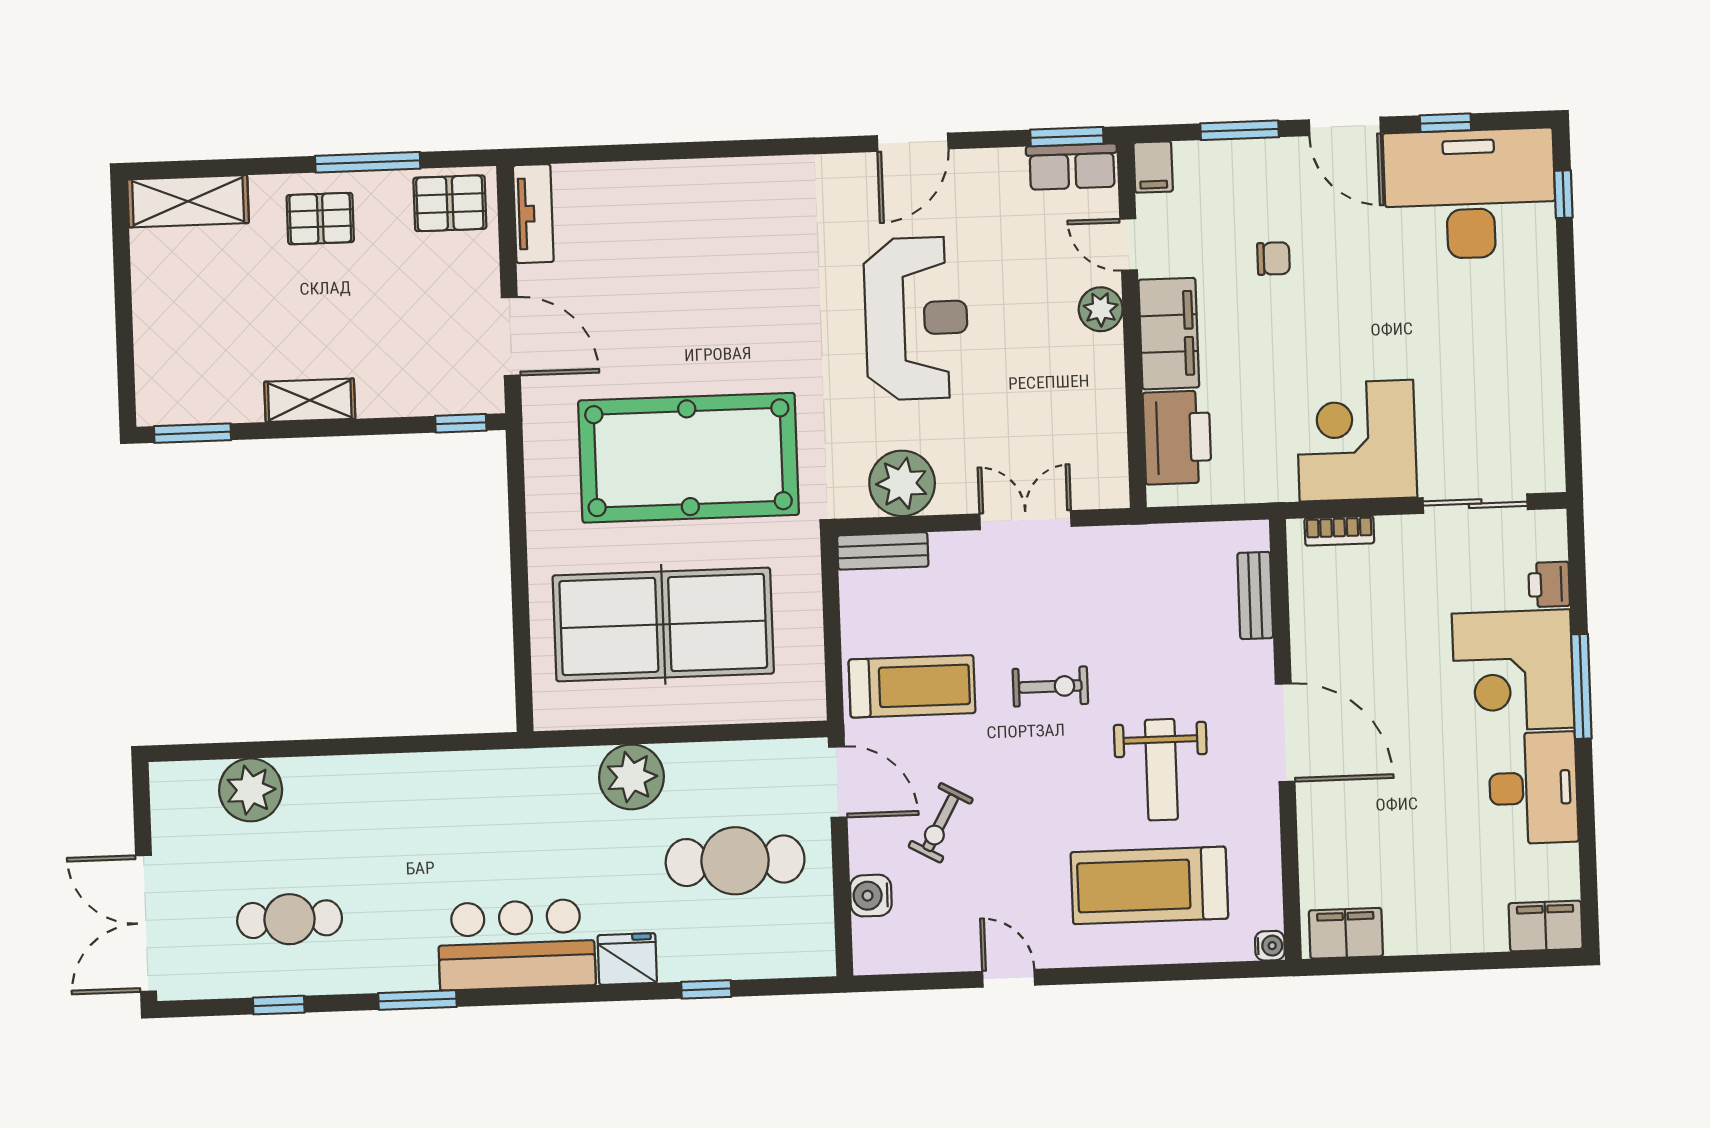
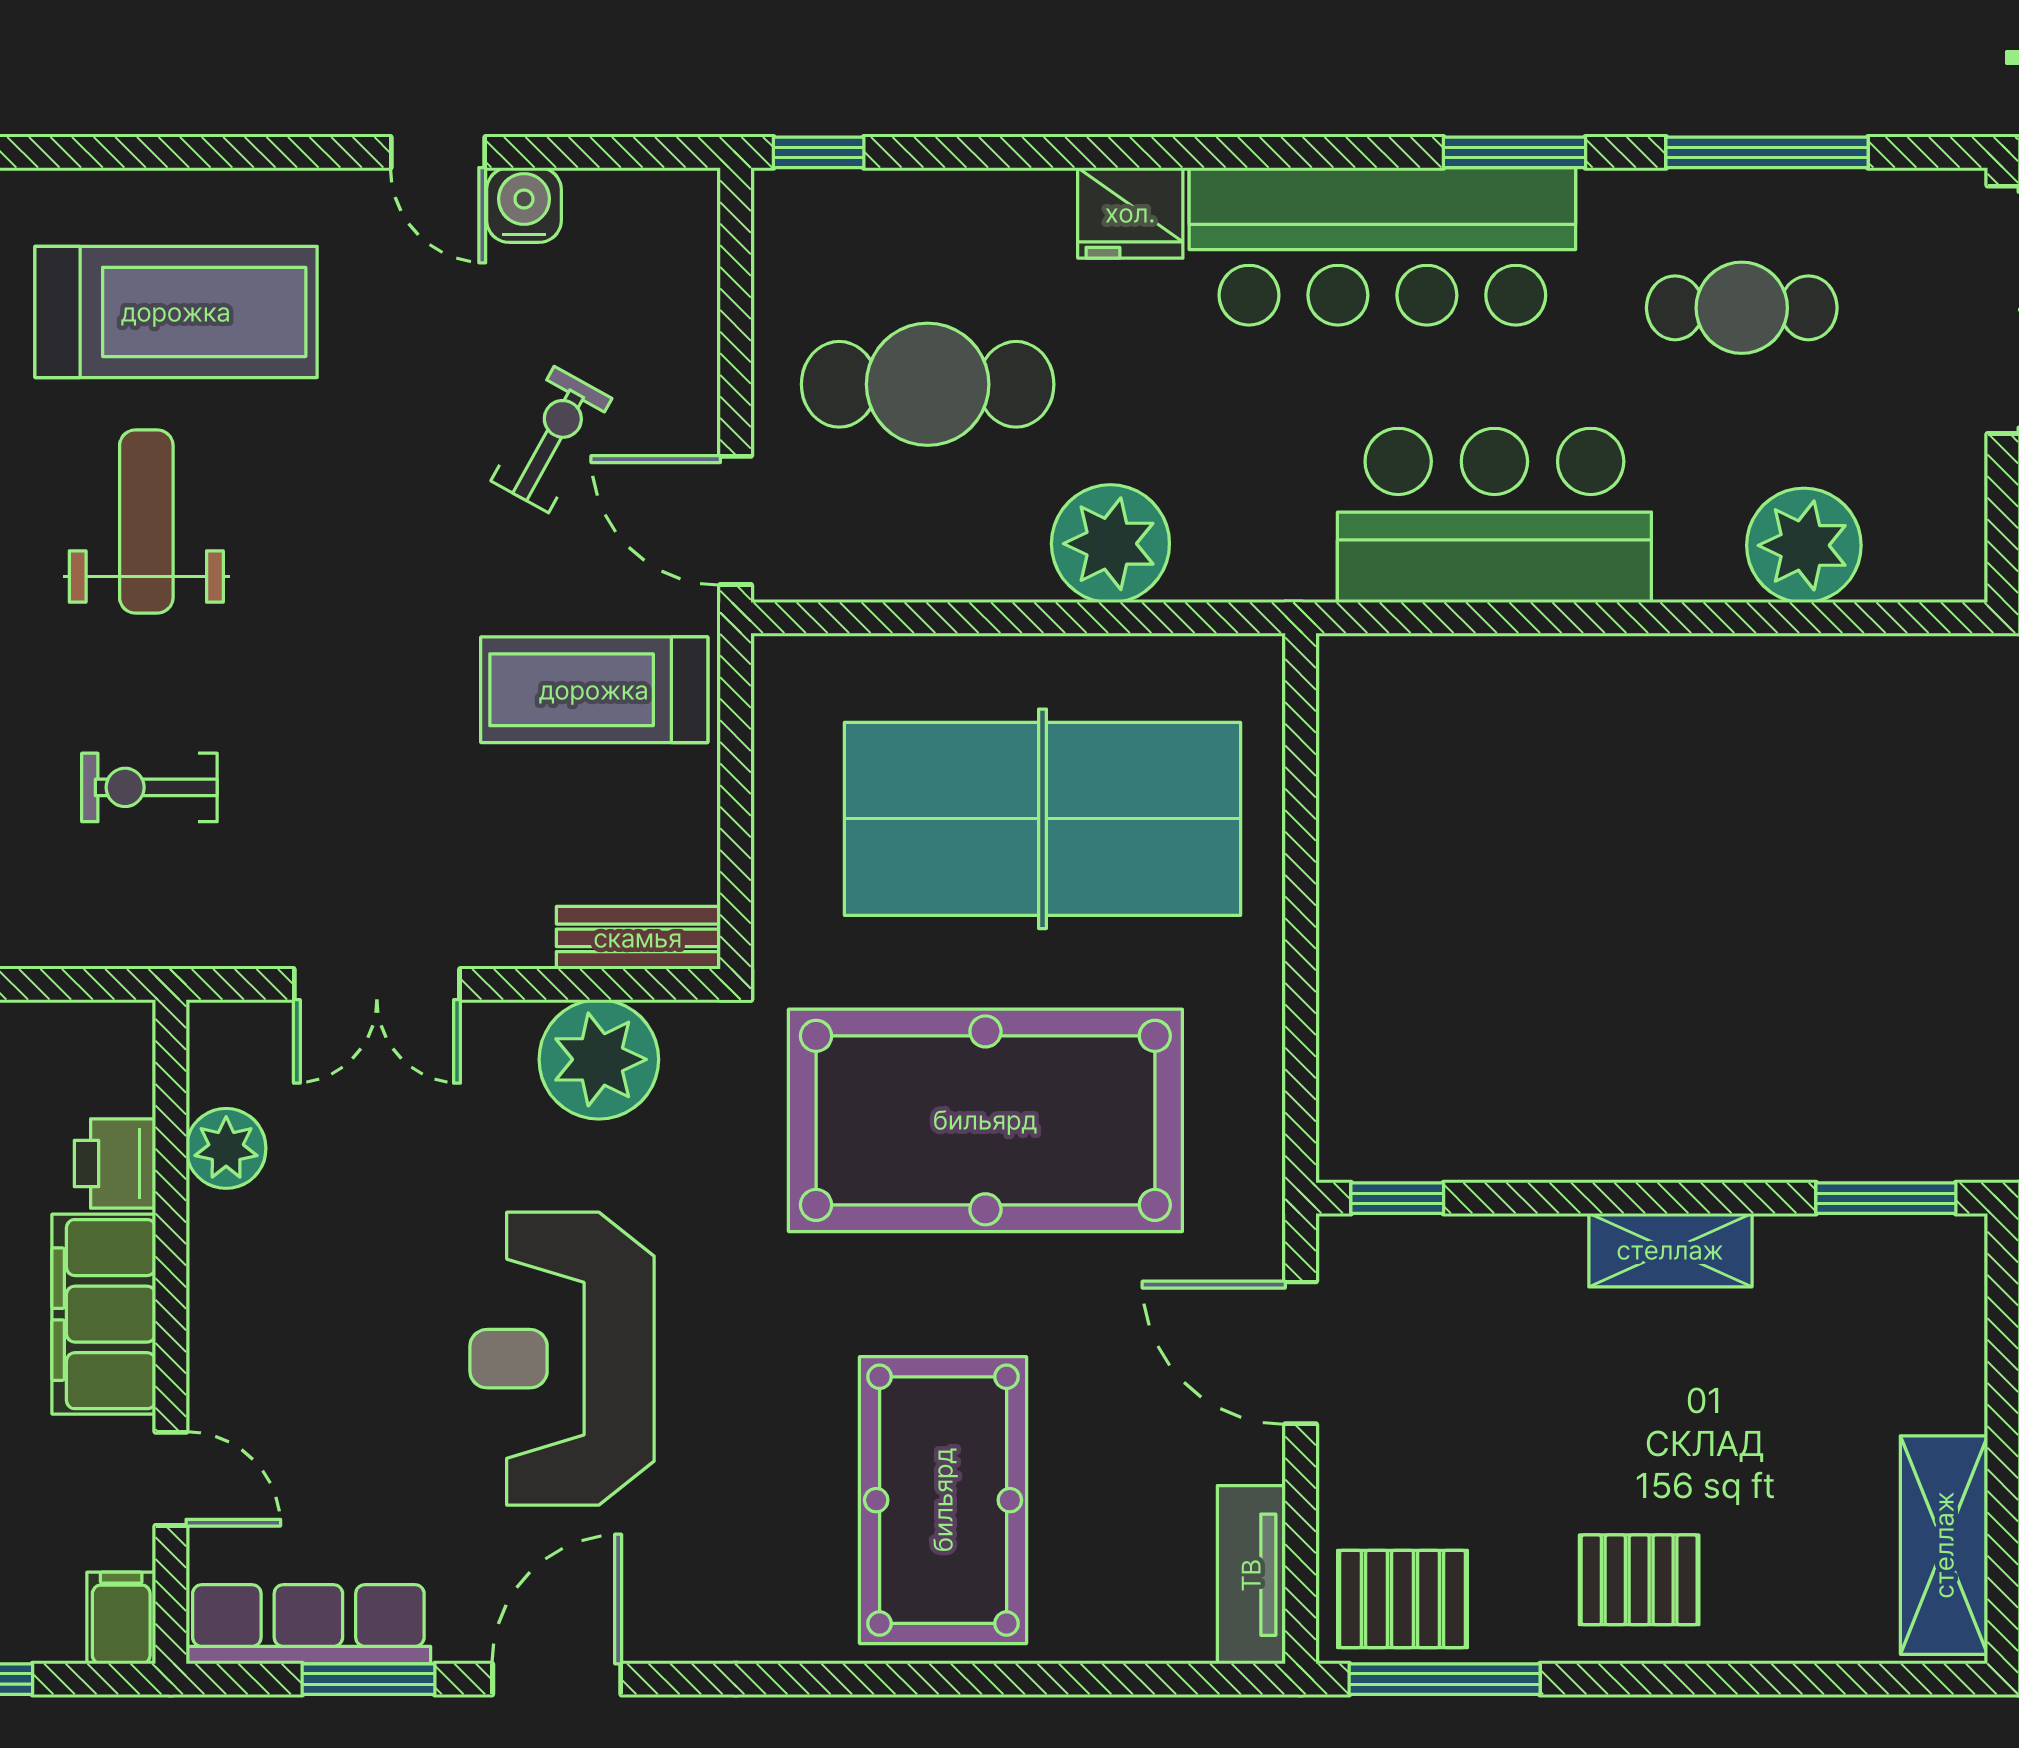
window: (1067, 137) -> (369, 1679), moved
window: (368, 162) -> (1445, 1679), moved
row of seats: (1072, 167) -> (308, 1624), width x1.48
shelving: (188, 201) -> (1944, 1545), moved, turned 90
pool table: (704, 248) -> (943, 1500), added
plant: (1101, 309) -> (226, 1148), moved
printer: (1177, 438) -> (115, 1163), width x0.53, depth x0.68
exercise bike: (1050, 686) -> (149, 787), moved
bar counter: (421, 800) -> (1494, 516), added
water cooler: (871, 896) -> (524, 205), moved, turned -90
bar counter: (516, 945) -> (1382, 246), width x1.36
window: (706, 989) -> (819, 152), moved
window: (279, 1005) -> (1767, 152), width x2.17

